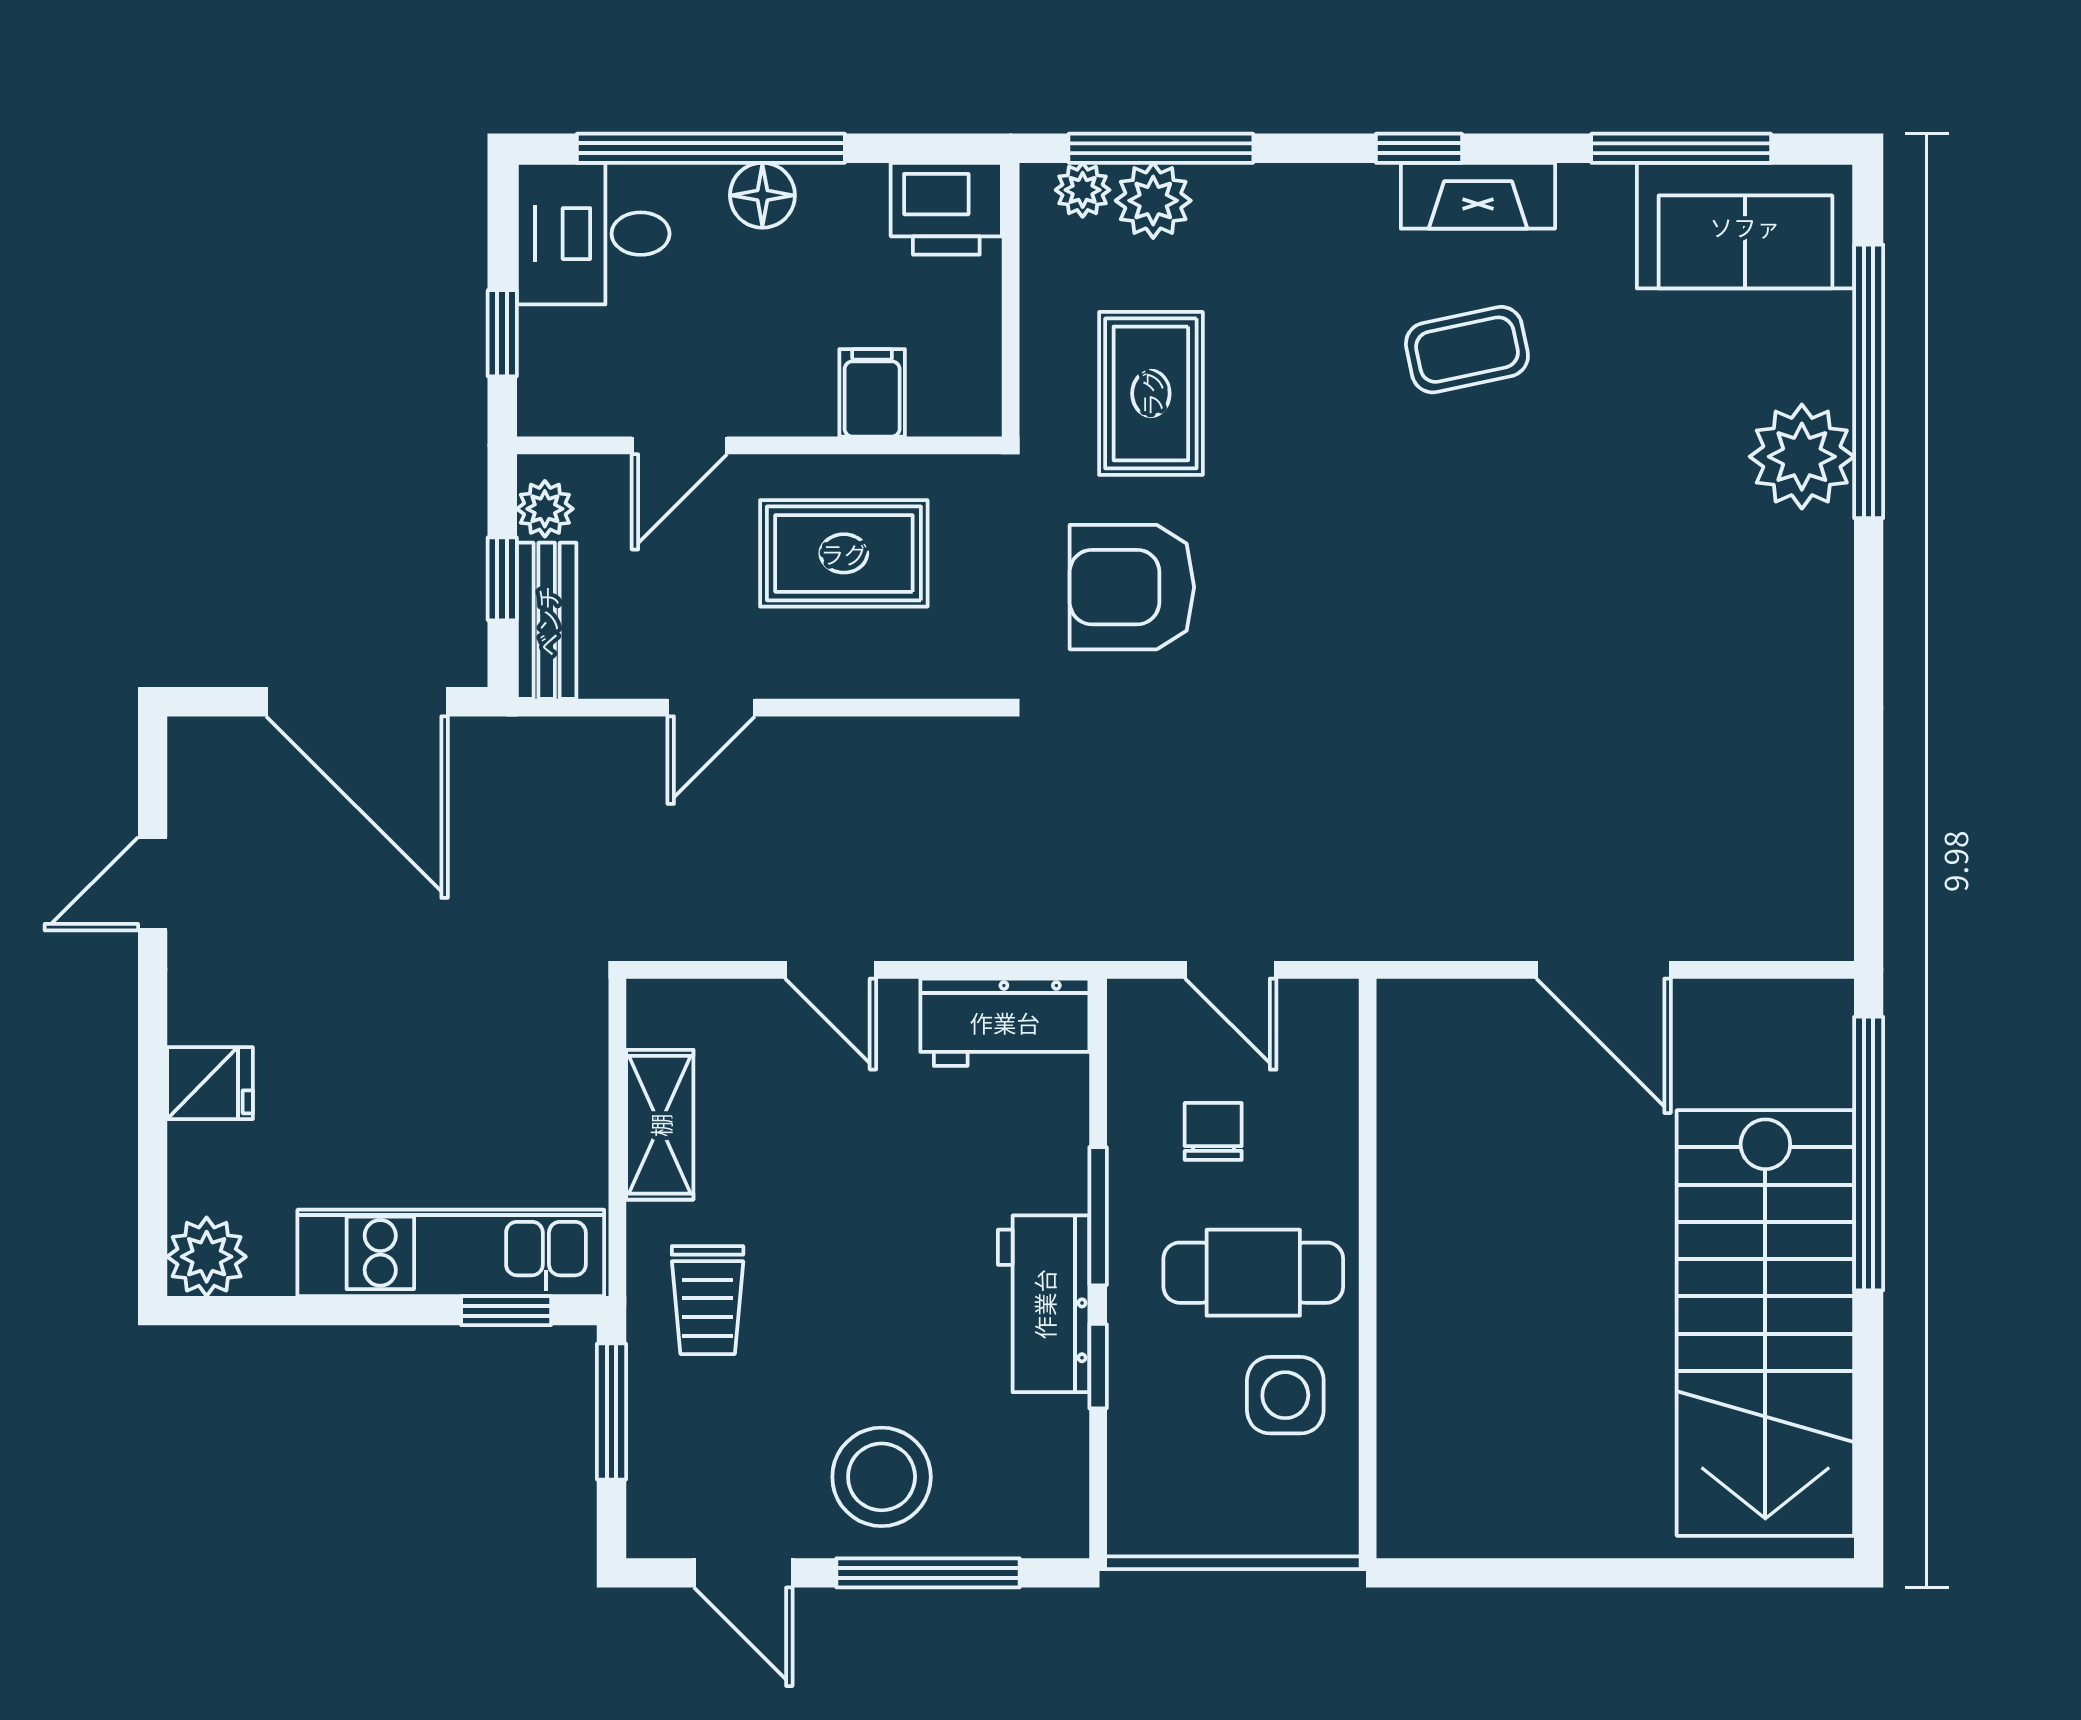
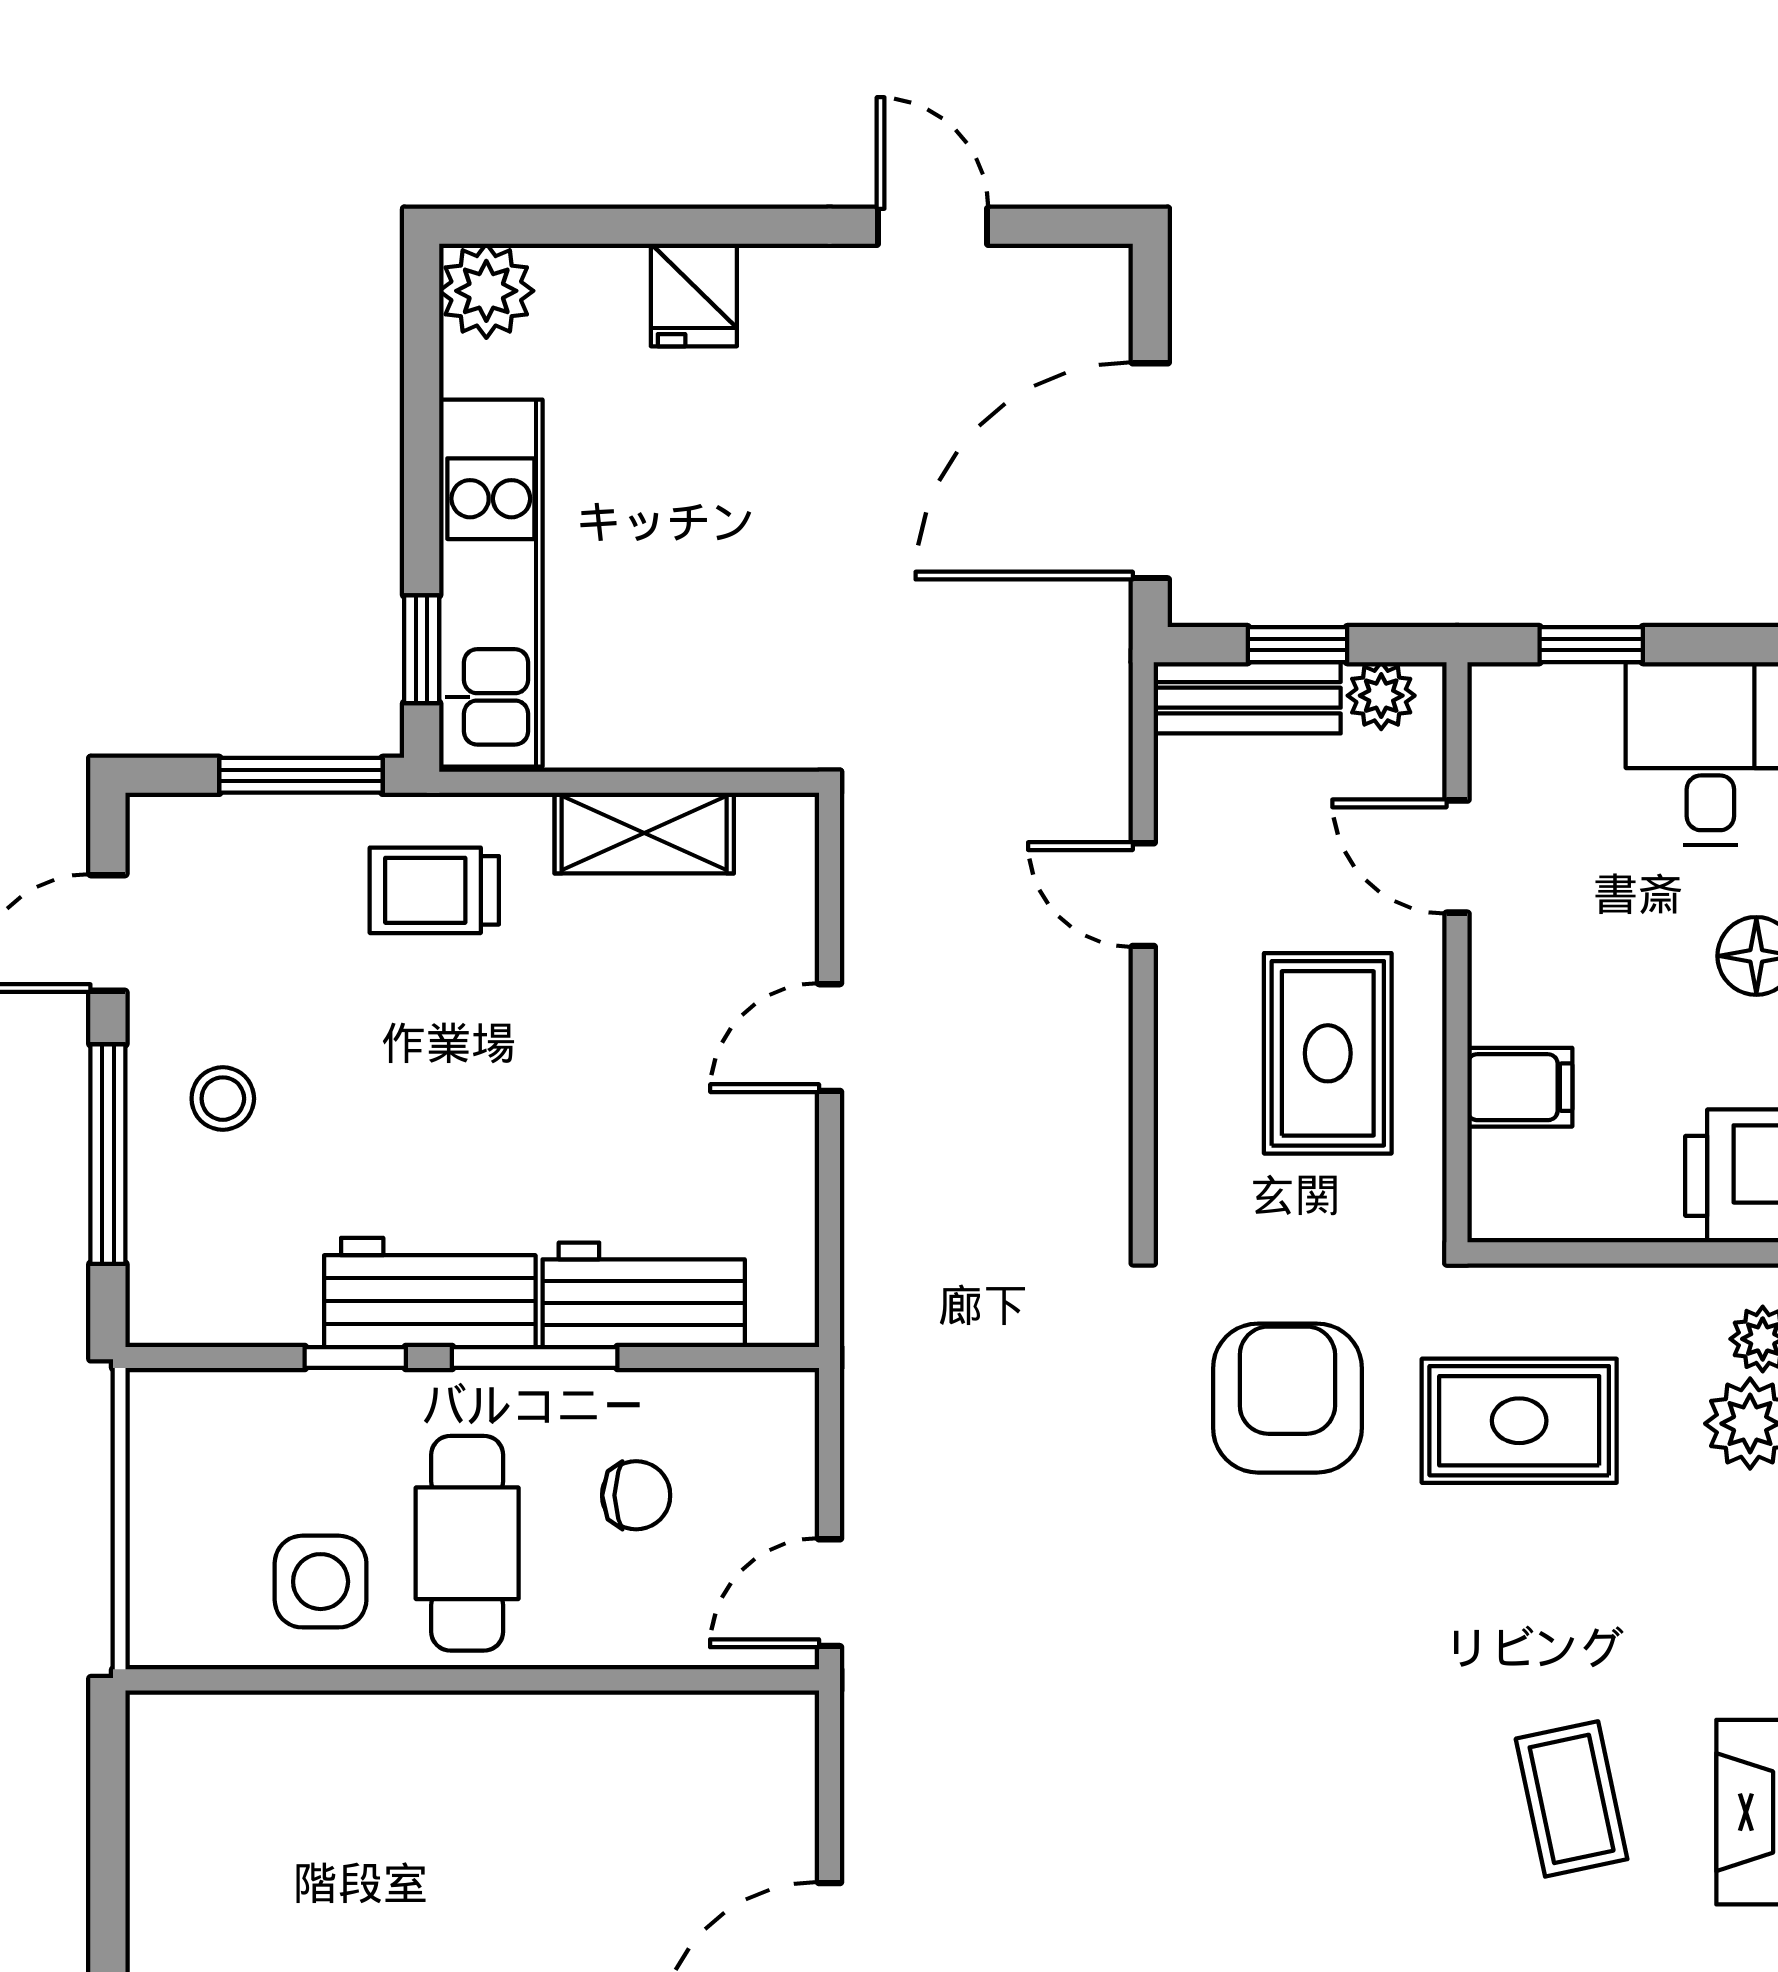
door: (1231, 970) -> (830, 1593), moved
workbench: (1005, 1022) -> (644, 1295), moved, turned 90
stool: (882, 1477) -> (223, 1099), width x0.53, depth x0.53

